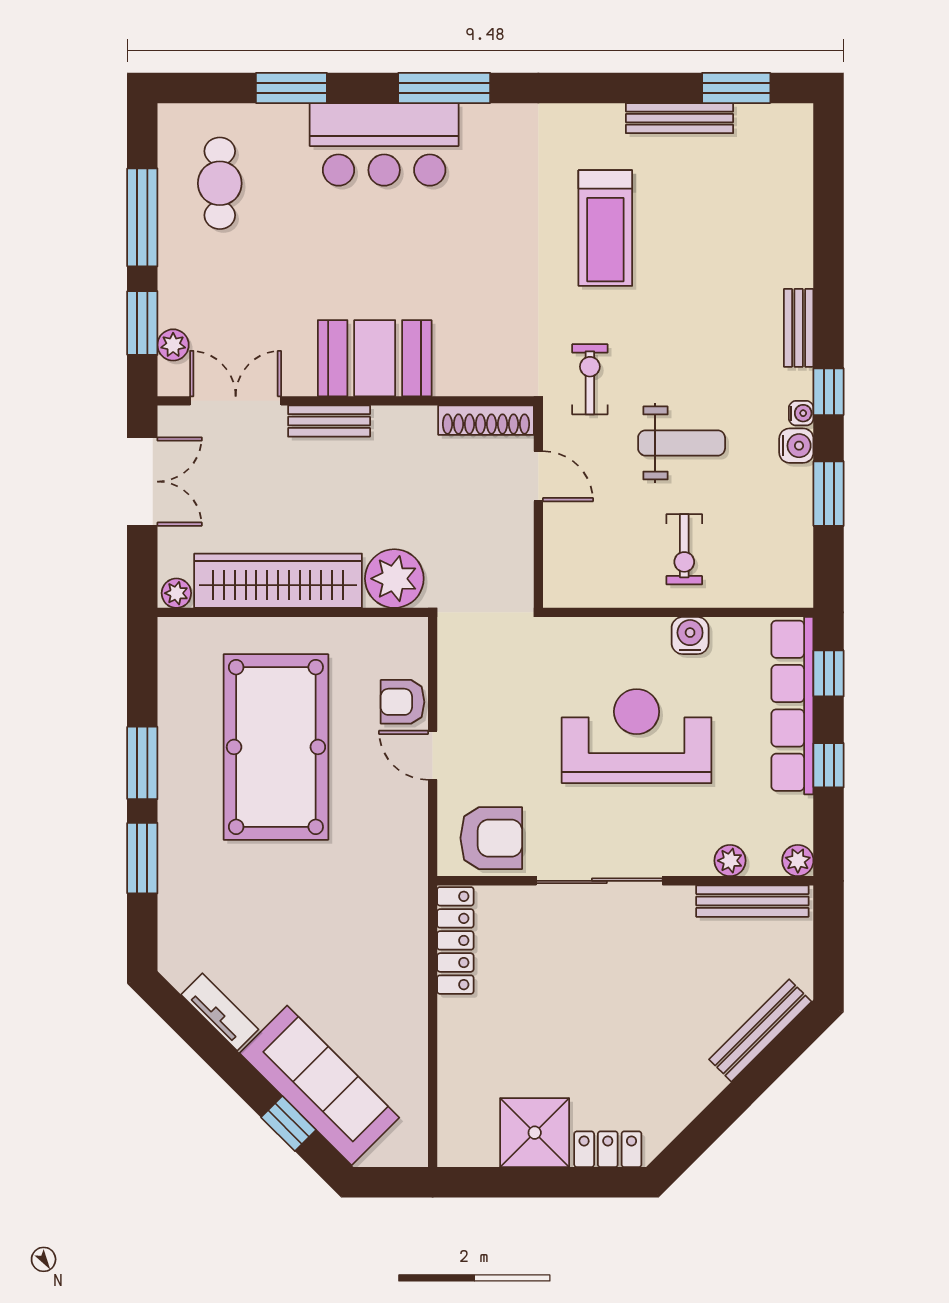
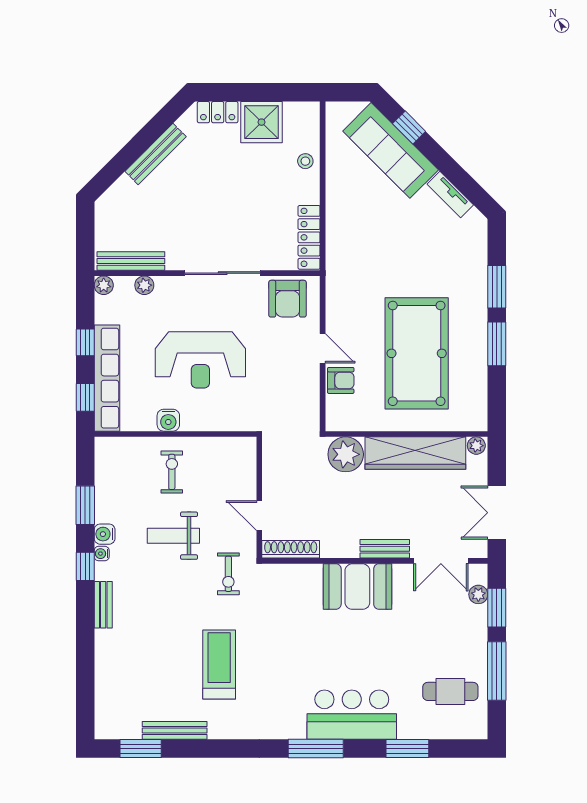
cafe table: (220, 183) -> (450, 691), turned 90
armchair: (491, 838) -> (288, 299), turned -90
bench: (760, 1030) -> (156, 154), moved
stool: (462, 1067) -> (305, 161), added

